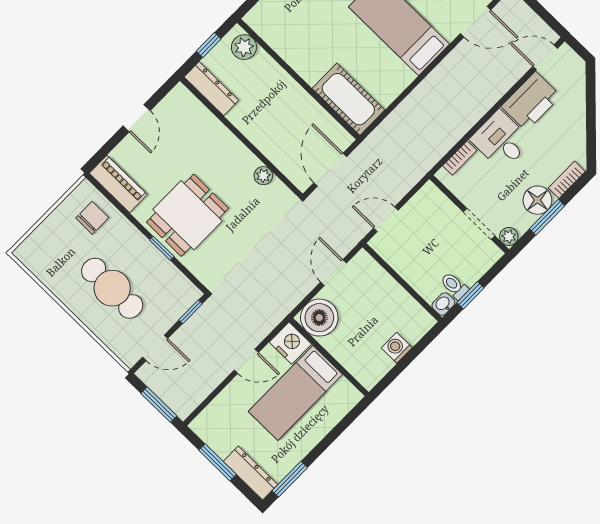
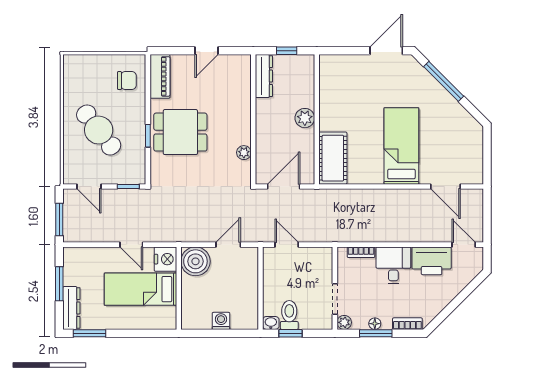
plant: (244, 47) -> (305, 118), moved
floor lamp: (537, 200) -> (375, 324), width x0.53, depth x0.53
toilet: (454, 286) -> (289, 315), width x1.37, depth x1.39
cafe table: (112, 288) -> (99, 130), turned -38

